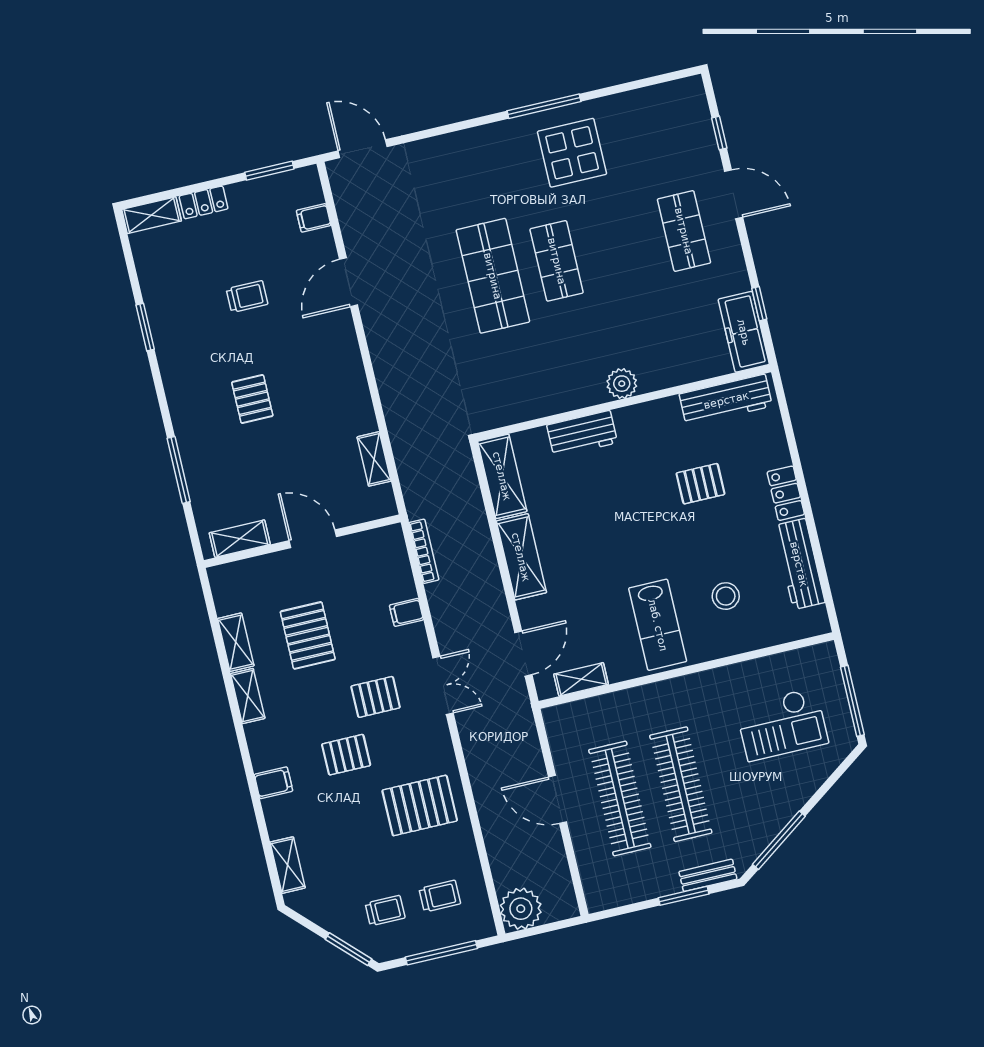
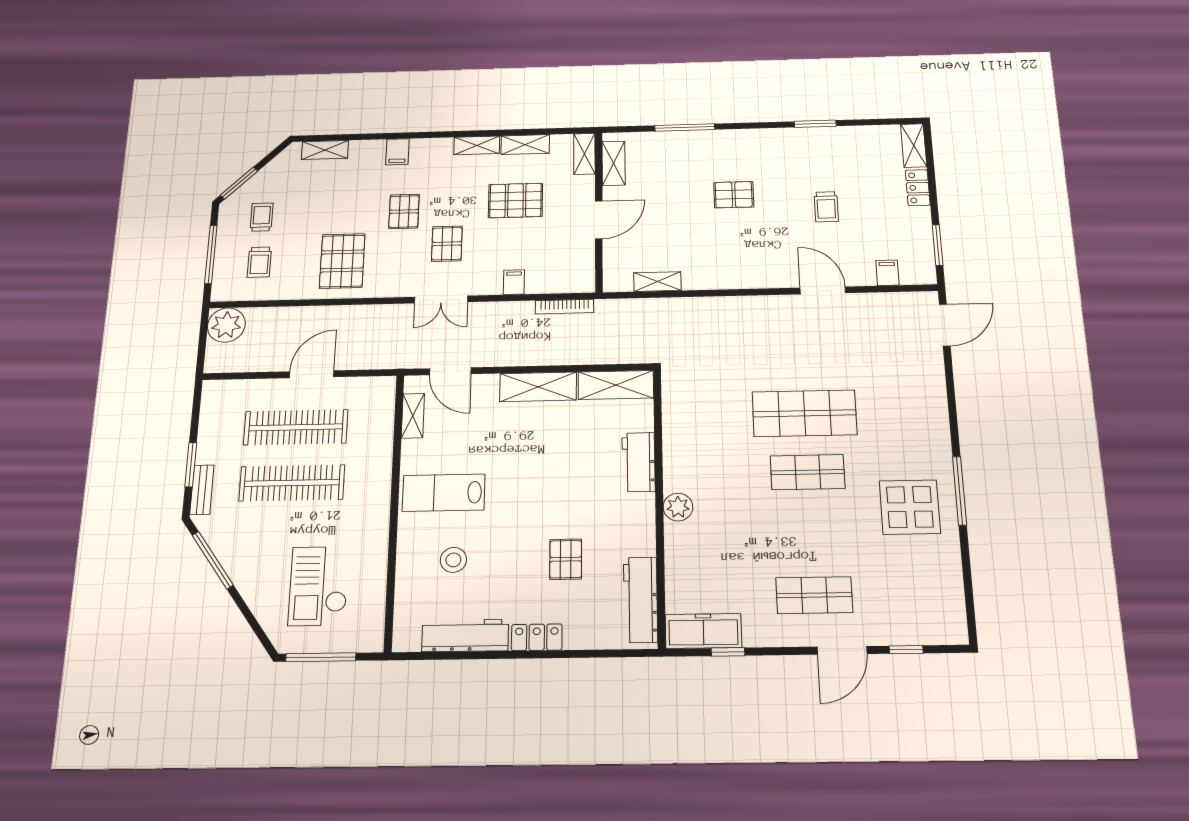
shelving: (234, 573) -> (584, 154), added
trolley: (385, 911) -> (262, 217), turned 180

